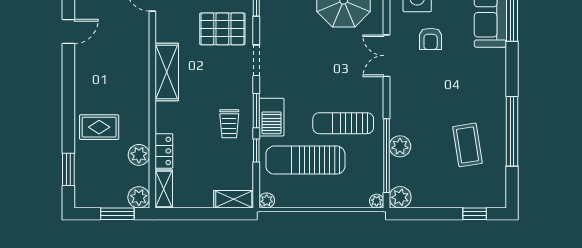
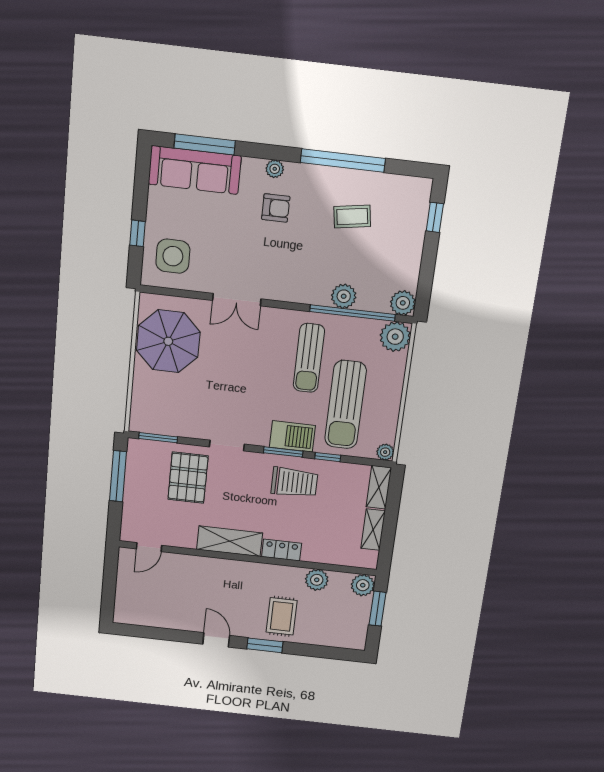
door: (68, 32) -> (216, 640), moved
armchair: (431, 39) -> (276, 208), moved
plant: (499, 76) -> (275, 169), added
trolley: (229, 124) -> (294, 482), width x1.36, depth x1.39
coffee table: (468, 145) -> (352, 216), width x0.73, depth x0.77
locker: (164, 151) -> (282, 550), moved
window: (68, 169) -> (265, 645), moved
shelving: (164, 189) -> (373, 530), moved, turned 90
plant: (377, 201) -> (395, 337), width x1.88, depth x1.88

